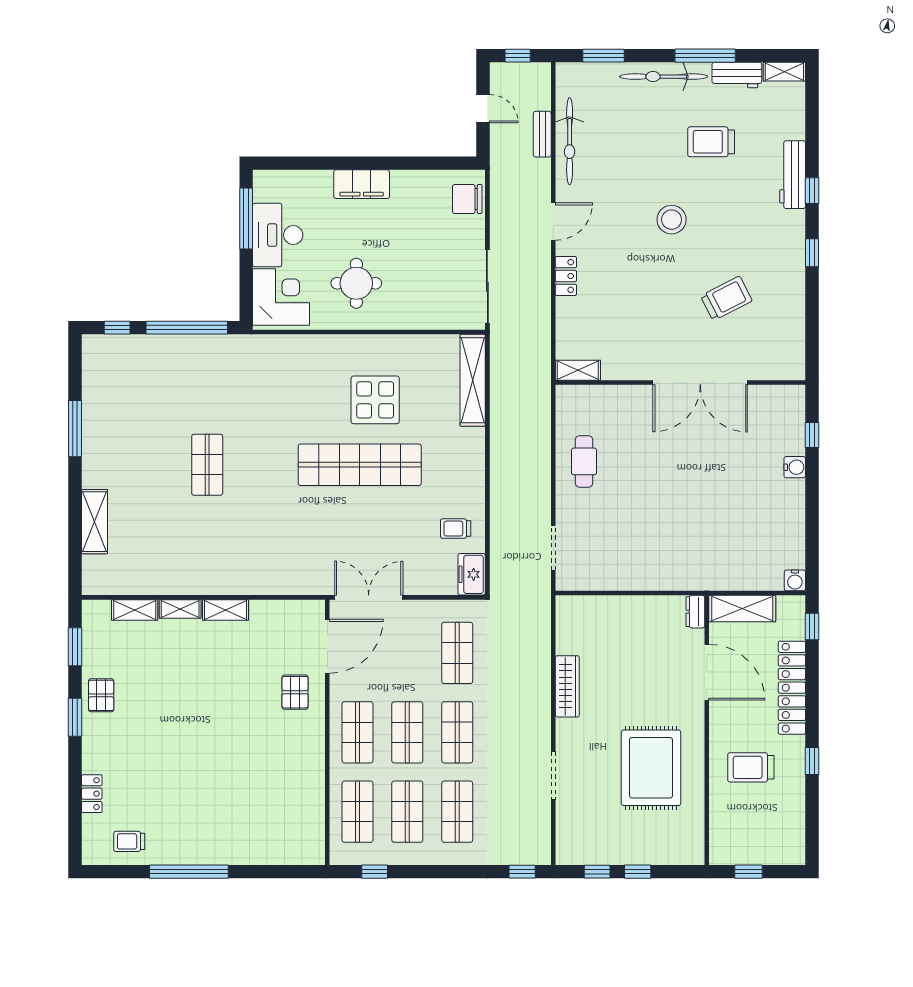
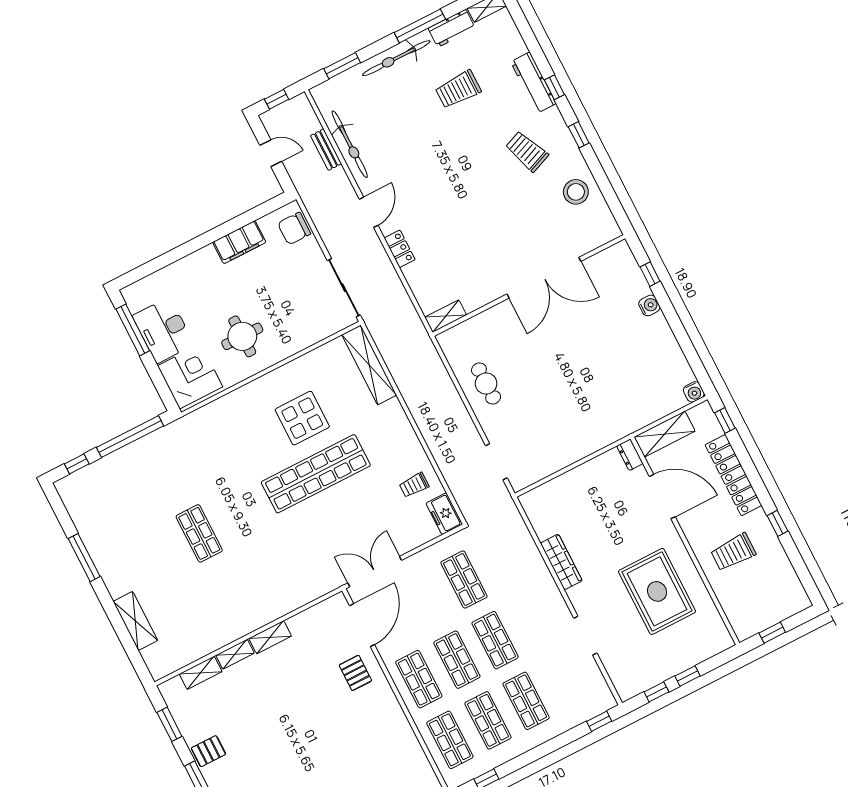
filing cabinet: (362, 184) -> (239, 242), moved
stool: (672, 220) -> (576, 192), moved
trolley: (726, 298) -> (527, 151), moved, turned -85
pallet: (101, 695) -> (208, 751), turned 90

